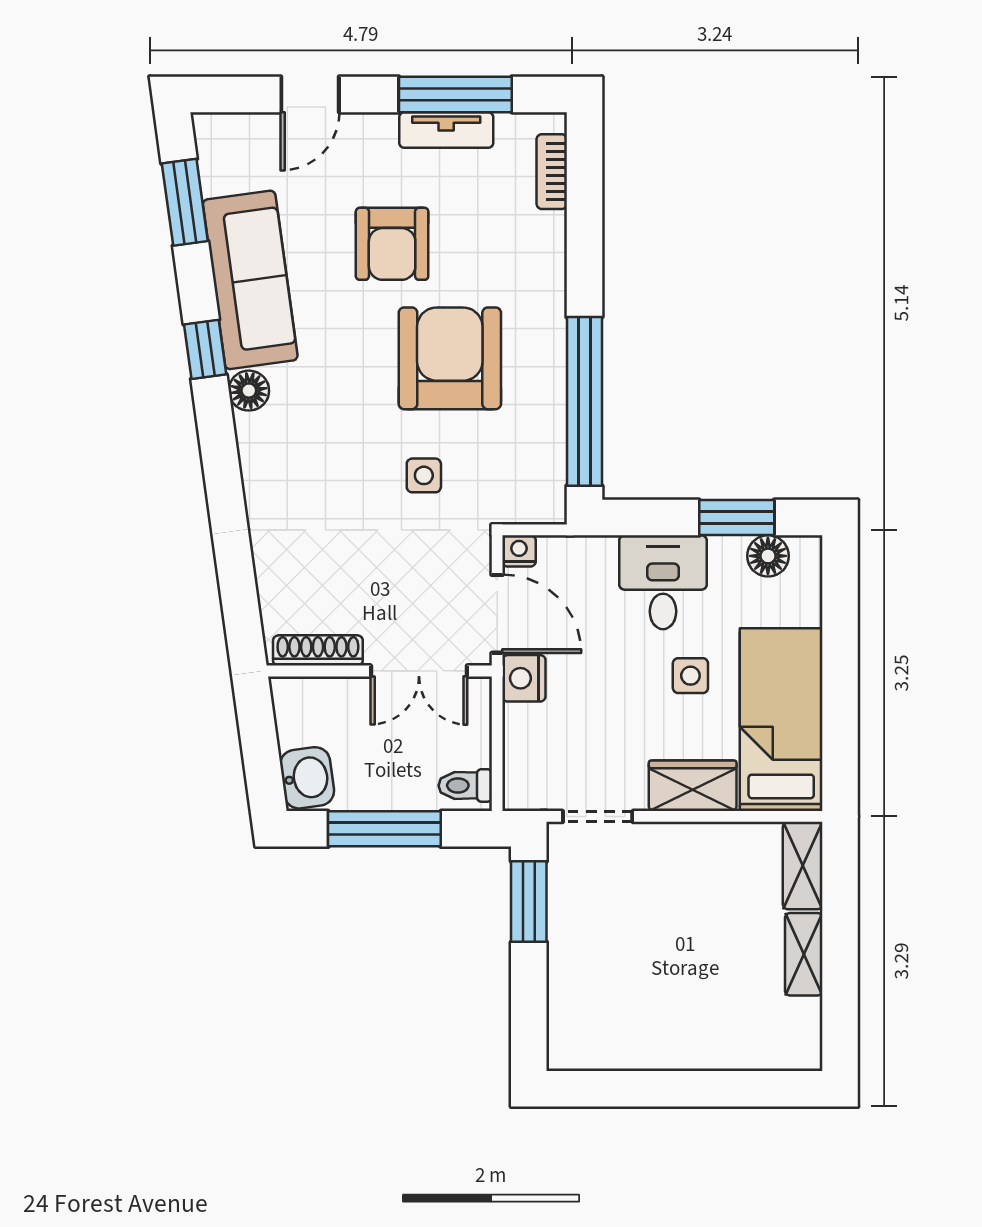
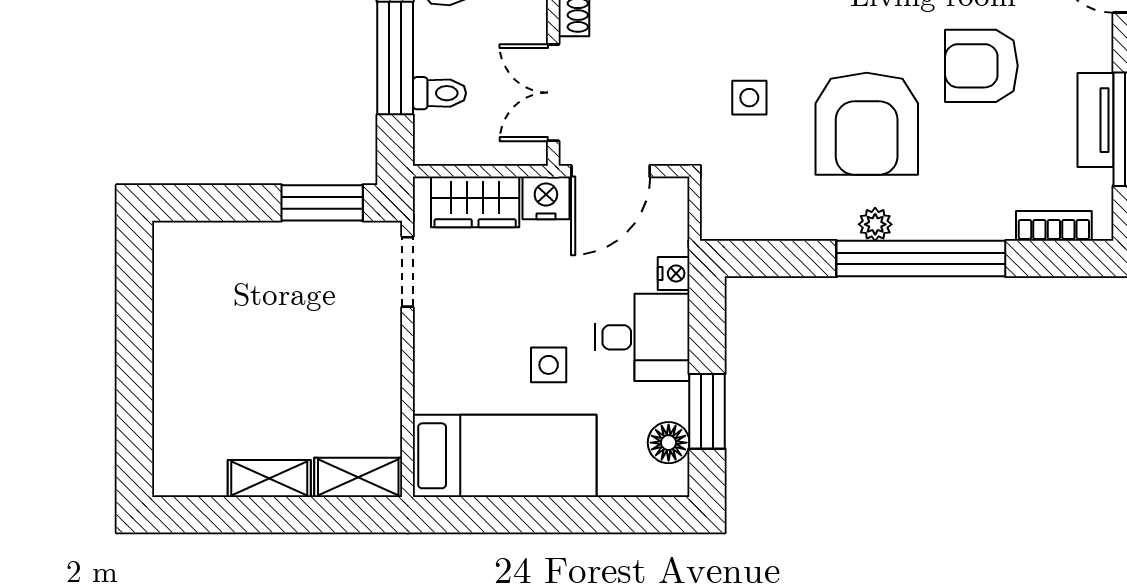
plant: (550, 350) -> (875, 224), added
armchair: (450, 358) -> (867, 124), turned 90
window: (584, 401) -> (921, 259), moved
nightstand: (519, 551) -> (674, 273), moved
toilet: (465, 785) -> (439, 93), moved, turned 90
wardrobe: (693, 786) -> (475, 202), moved, turned 90

